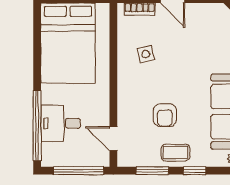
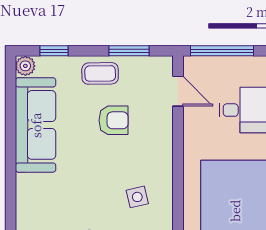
armchair: (165, 115) -> (114, 120), turned 90
window: (195, 171) -> (54, 51), moved

